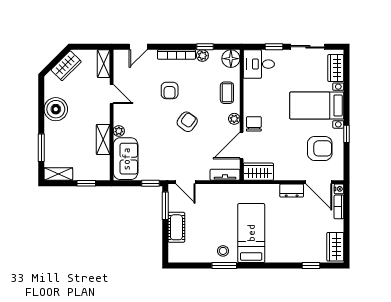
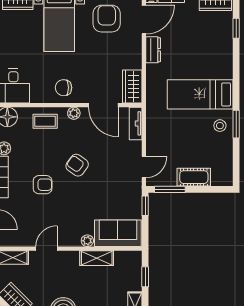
chair: (254, 124) -> (63, 88), moved

